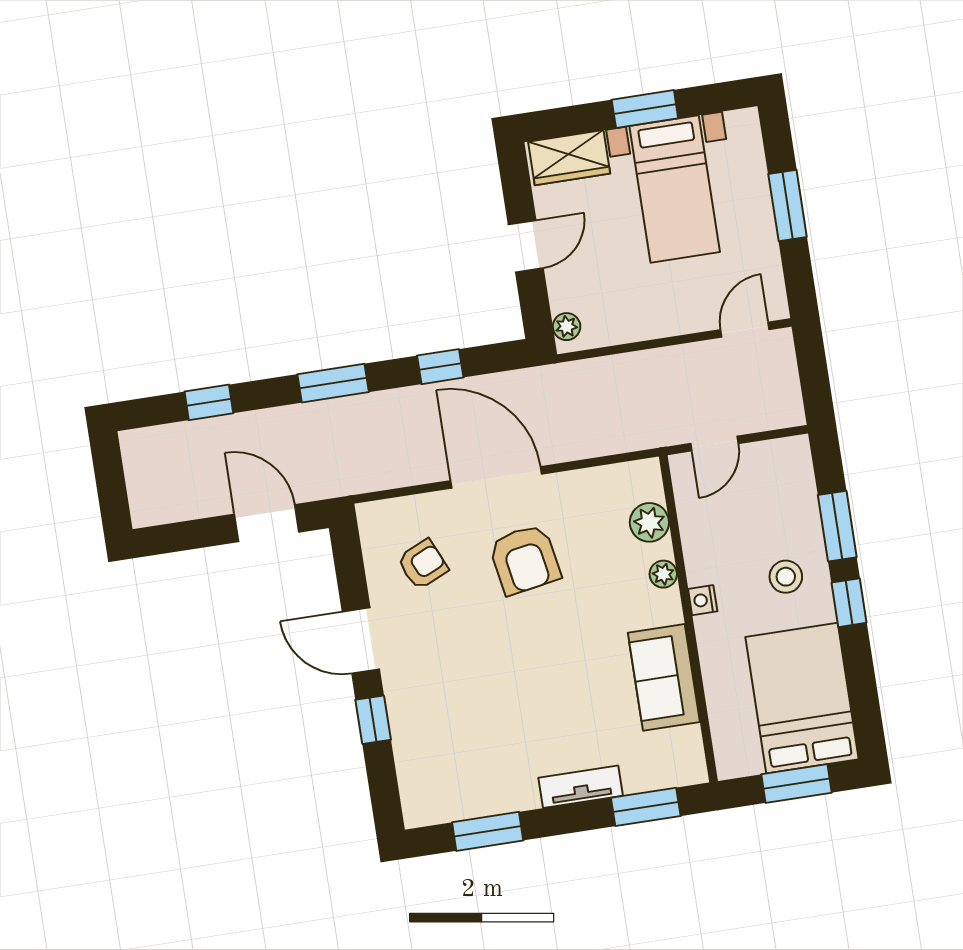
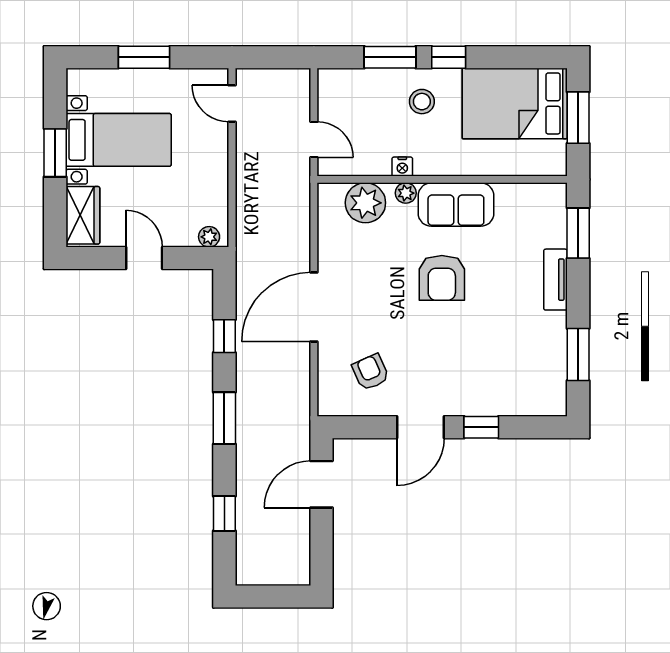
plant: (649, 522) -> (365, 203), width x1.36, depth x1.36
armchair: (525, 560) -> (442, 278), moved, turned 100
nightstand: (703, 600) -> (402, 167), moved
sofa: (664, 677) -> (456, 205), moved

